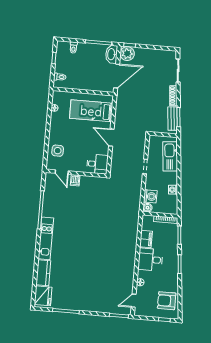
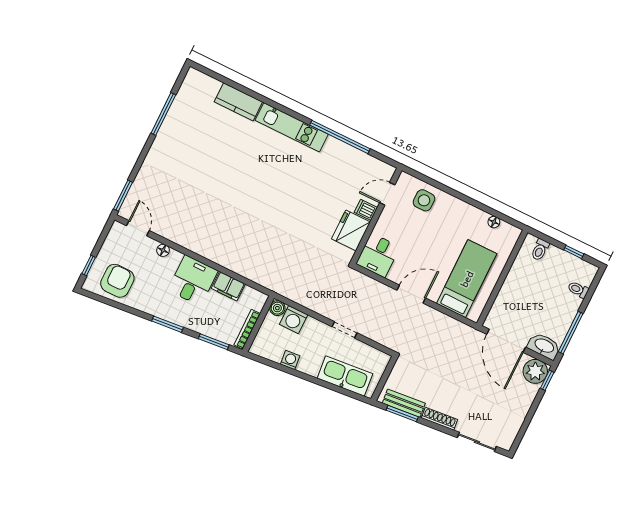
fridge: (43, 296) -> (351, 230), moved, turned 90

